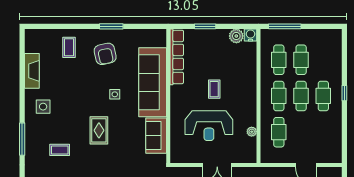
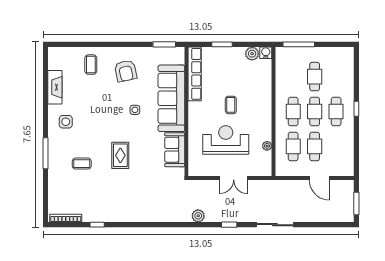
window: (111, 26) -> (164, 44), moved
cafe table: (279, 60) -> (315, 146), moved
reception desk: (209, 126) -> (226, 140), turned 180
rug: (99, 130) -> (120, 155), moved

